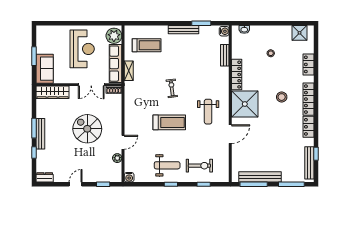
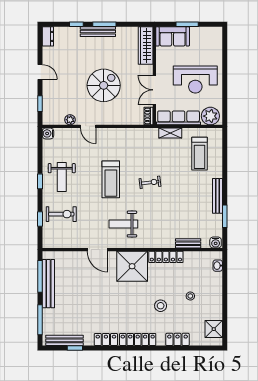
stool: (282, 97) -> (161, 306), moved
exercise bike: (199, 166) -> (61, 214), turned -90

